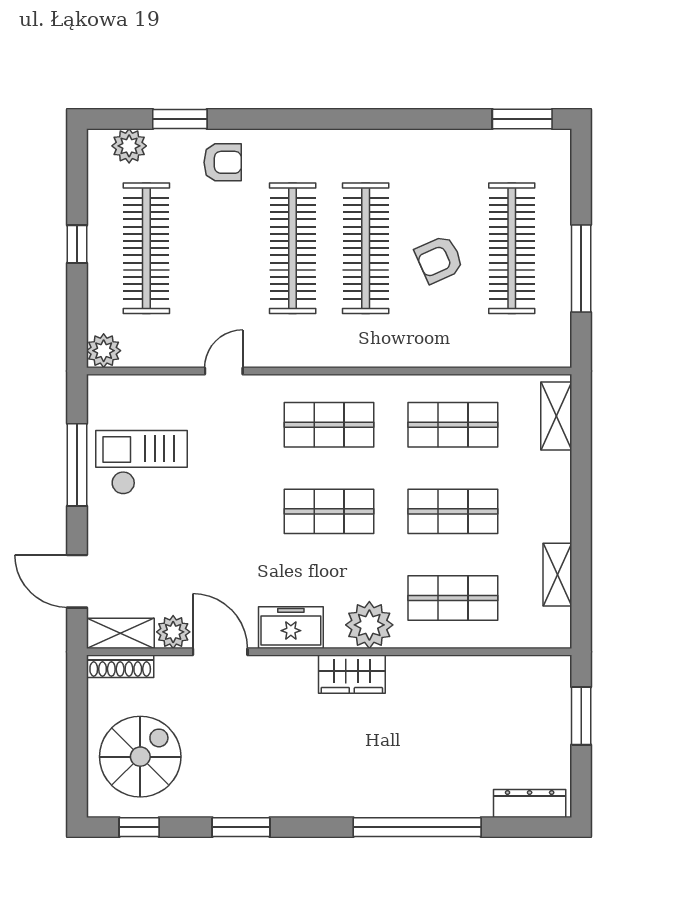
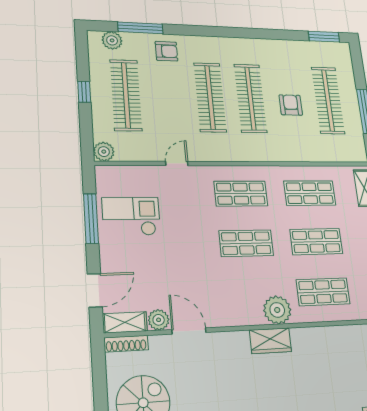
window: (180, 119) -> (140, 28), width x1.44
armchair: (439, 259) -> (291, 105), turned 114
door: (77, 581) -> (95, 290), swing flipped
freezer: (291, 628) -> (231, 314), removed

